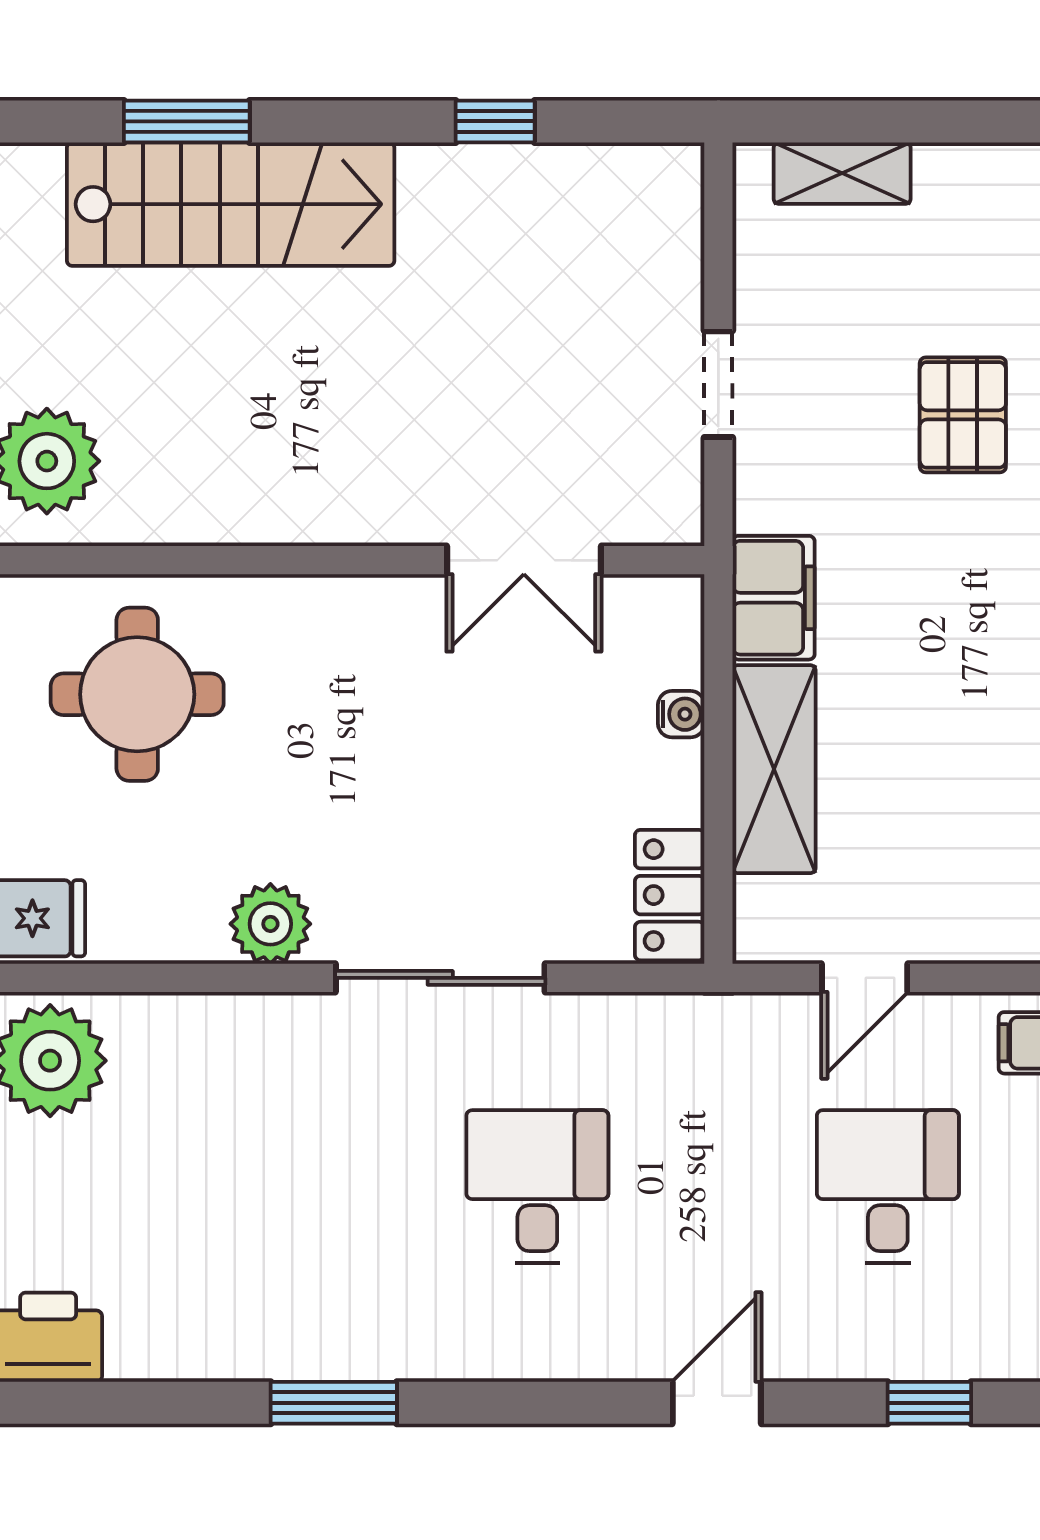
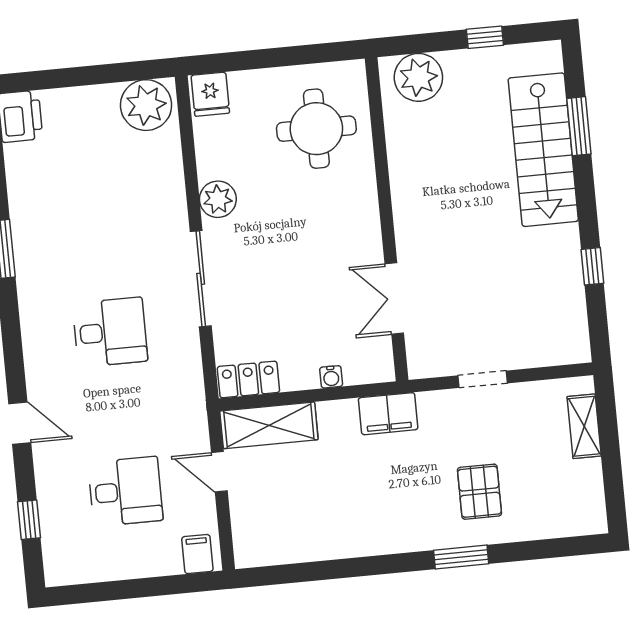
pallet: (963, 415) -> (479, 492), turned 90
shelving: (774, 769) -> (269, 425), moved

